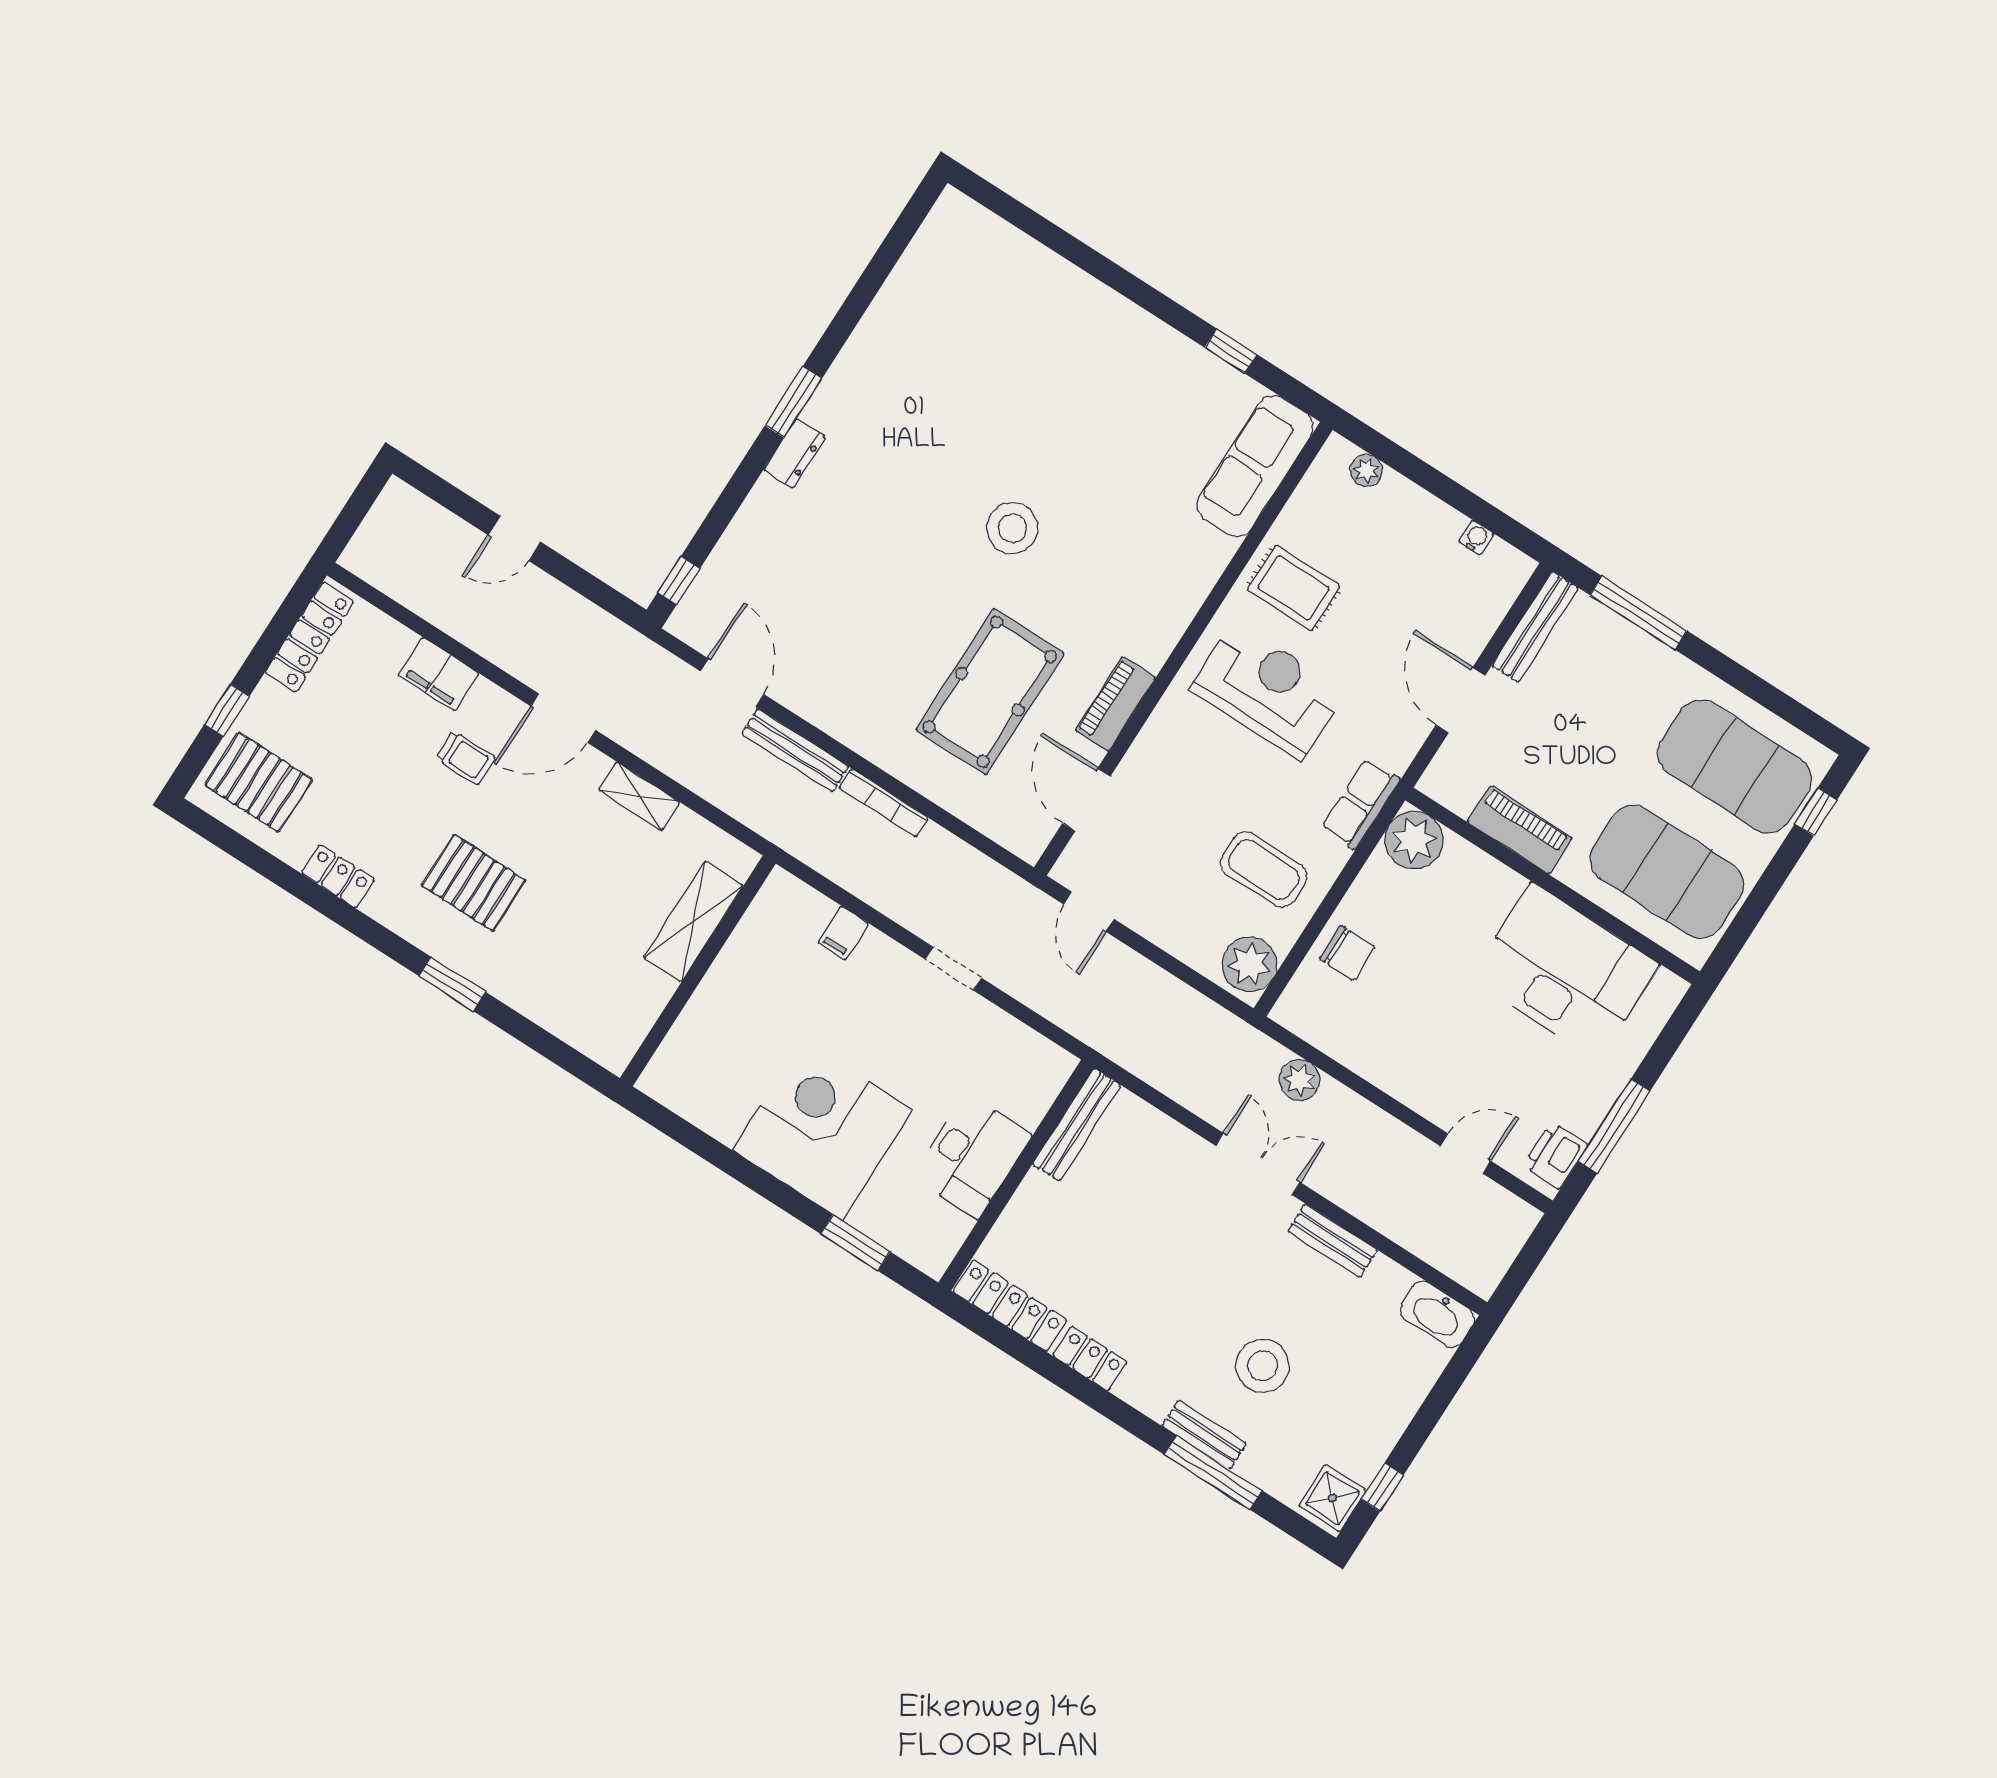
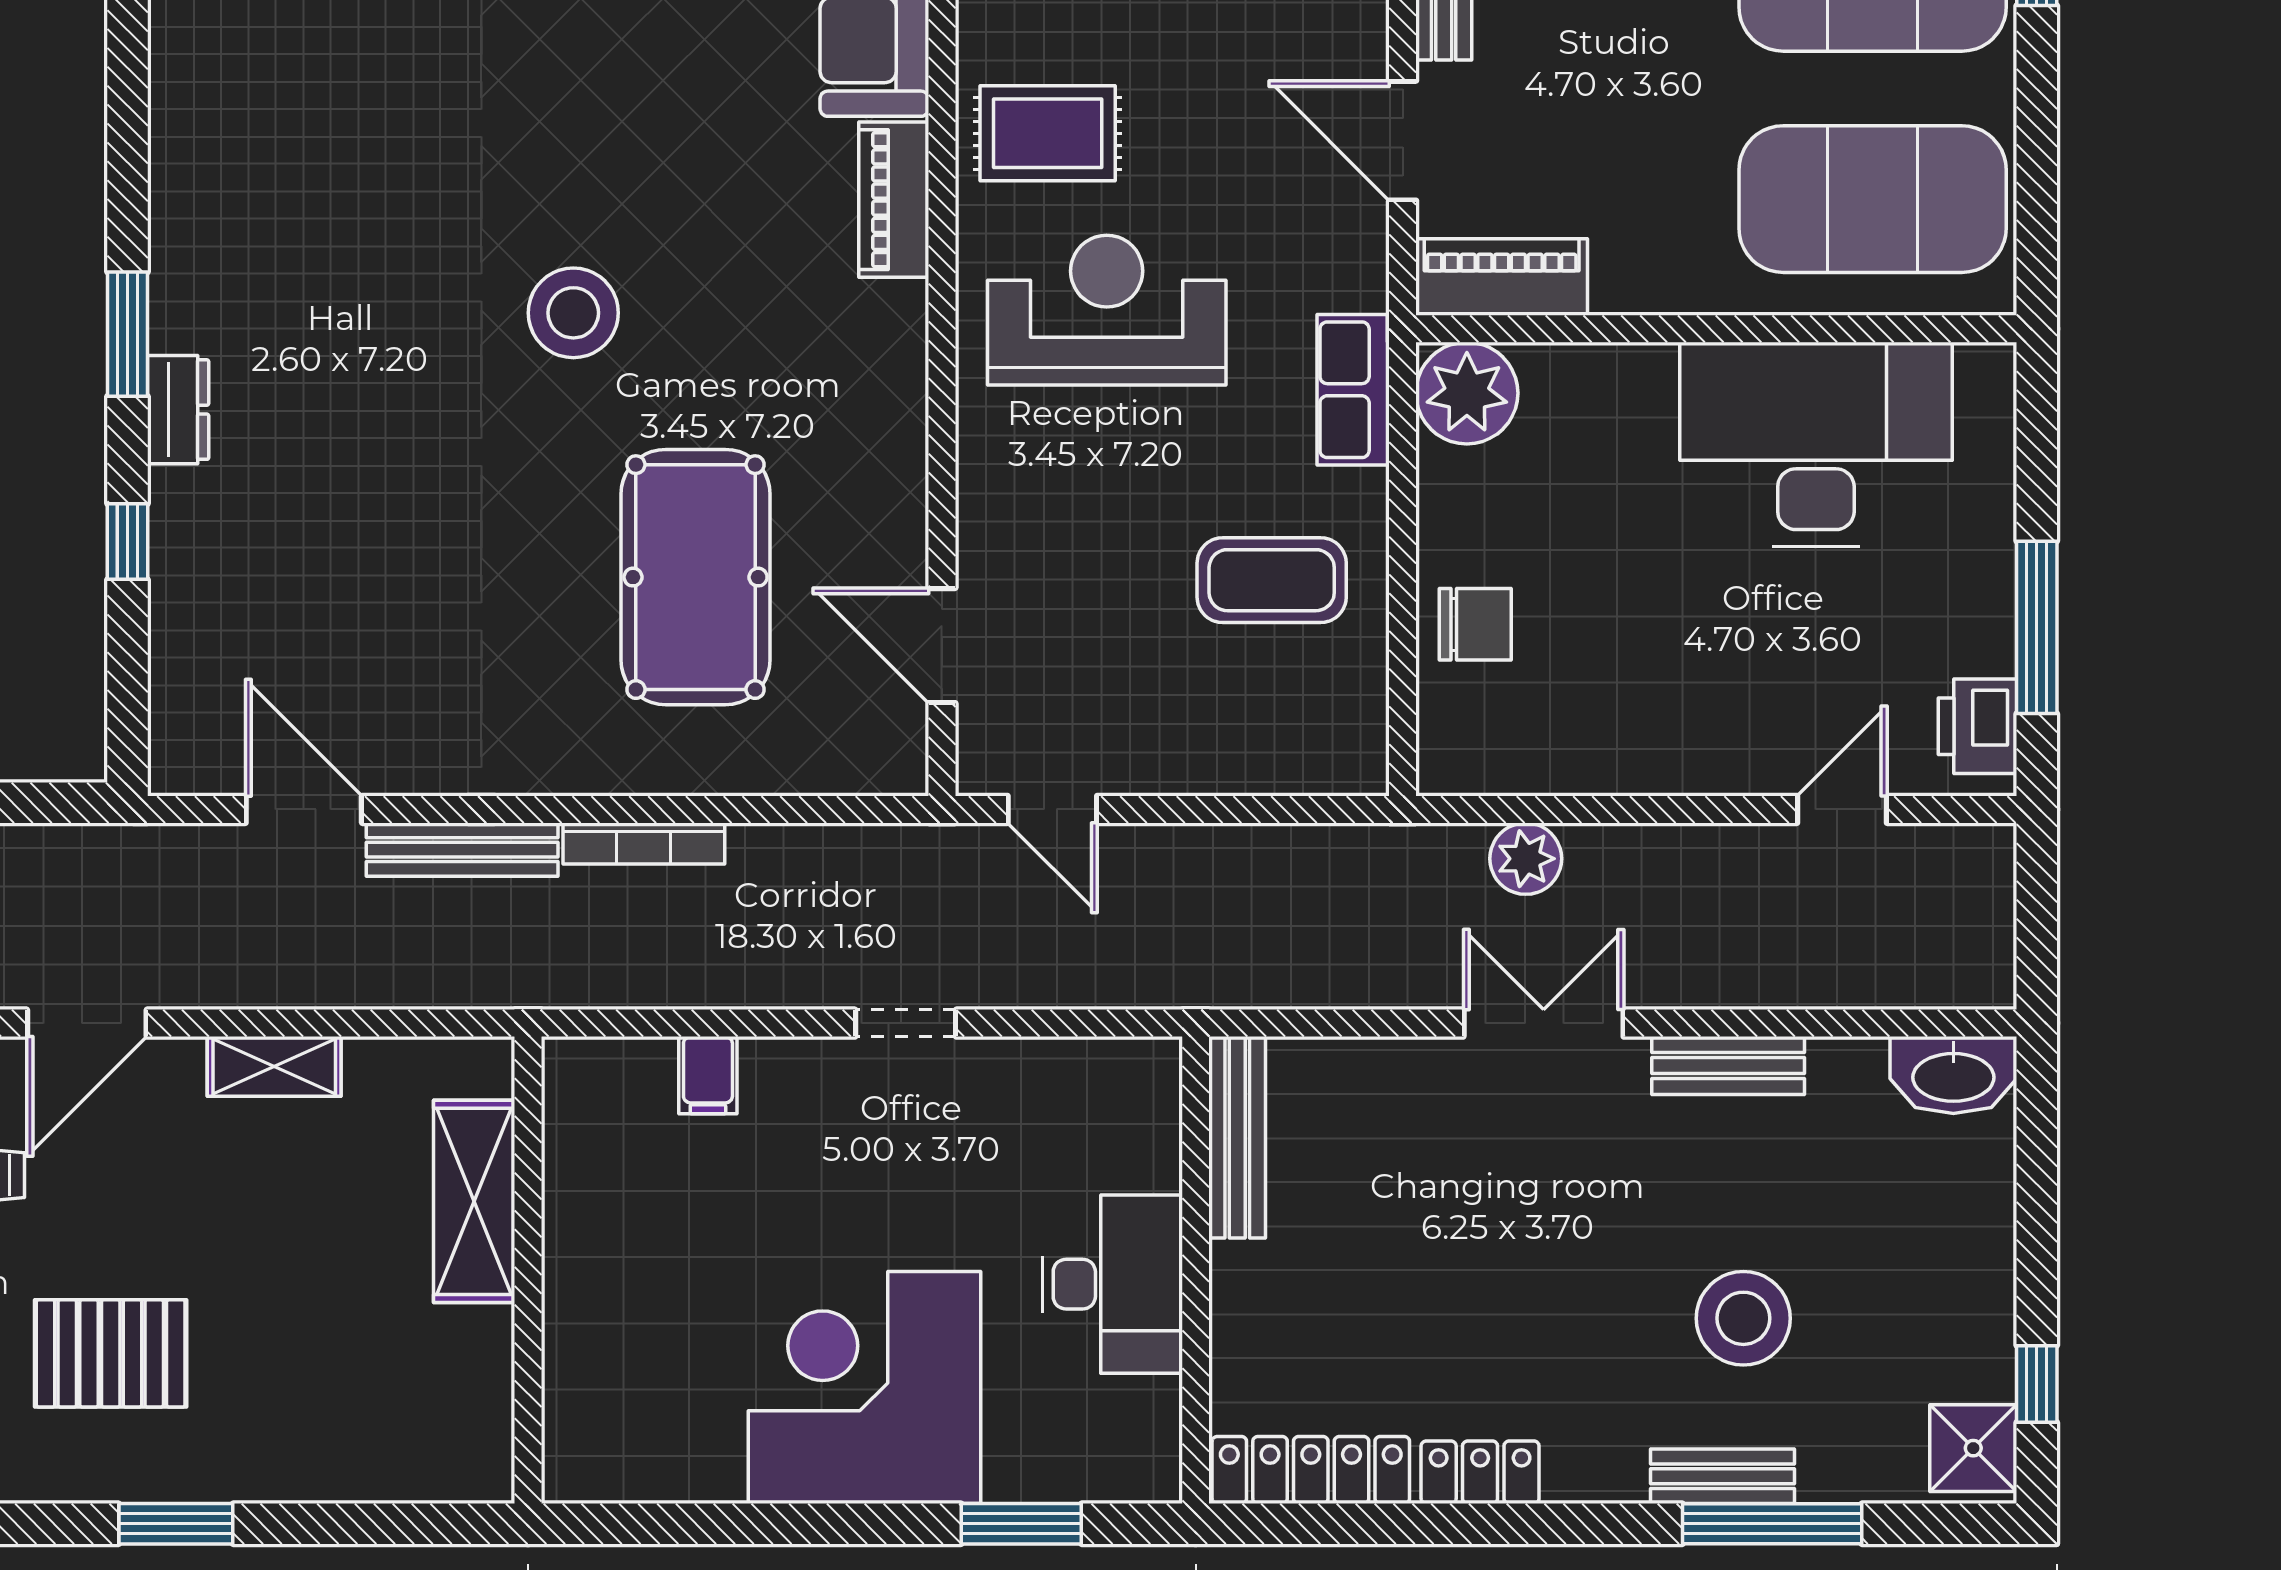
window: (679, 581) -> (128, 542), moved
piano: (1115, 704) -> (894, 200), moved
piano: (1520, 830) -> (1502, 277), moved
plant: (1249, 964) -> (1341, 735), removed

